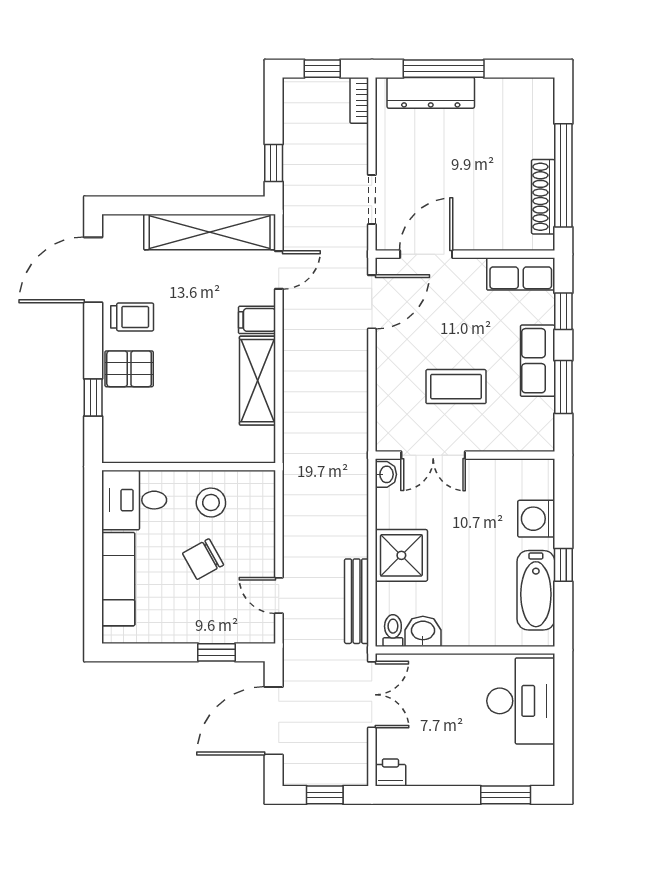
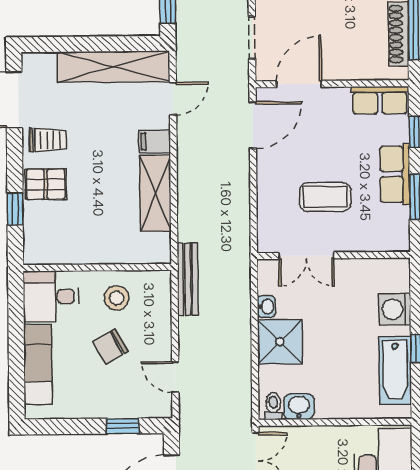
washbasin: (386, 474) -> (266, 307), moved
bench: (357, 601) -> (188, 279), moved

